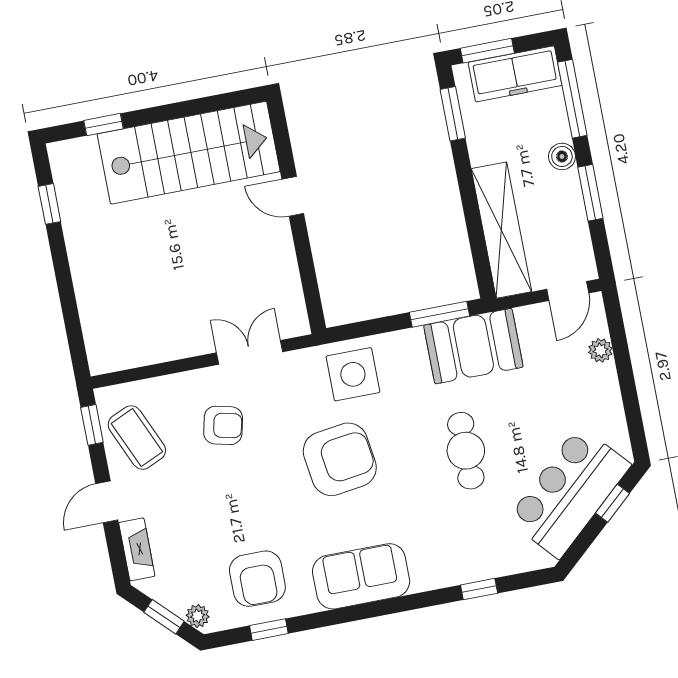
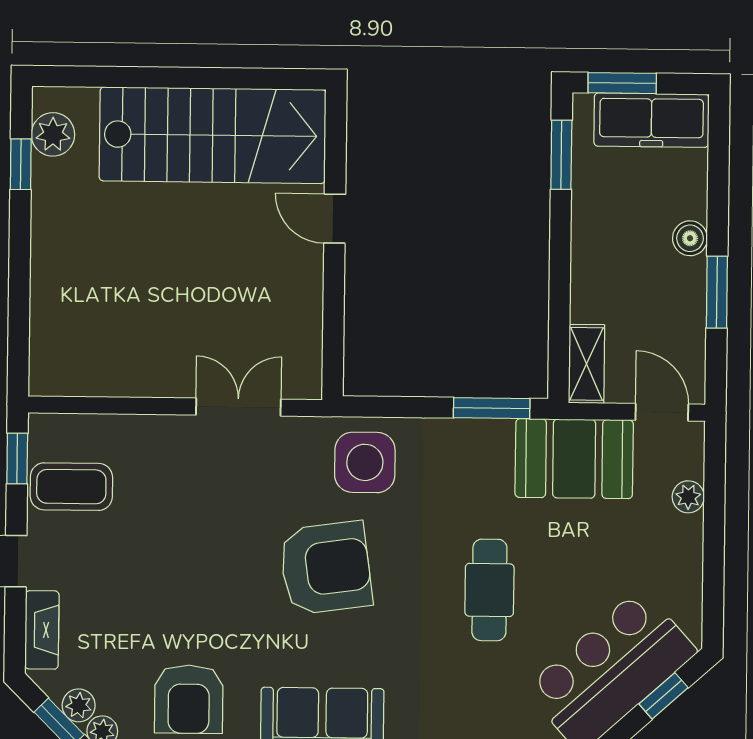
window: (572, 99) -> (718, 167), removed
window: (104, 125) -> (111, 77), removed
plant: (69, 177) -> (53, 134), added
shelving: (501, 230) -> (587, 364), width x0.45, depth x0.75
door: (568, 291) -> (662, 412), swing flipped
booth: (473, 346) -> (574, 459), moved
armchair: (223, 425) -> (185, 494), removed
coffee table: (137, 438) -> (71, 487), turned -66
plant: (176, 600) -> (79, 705), added

